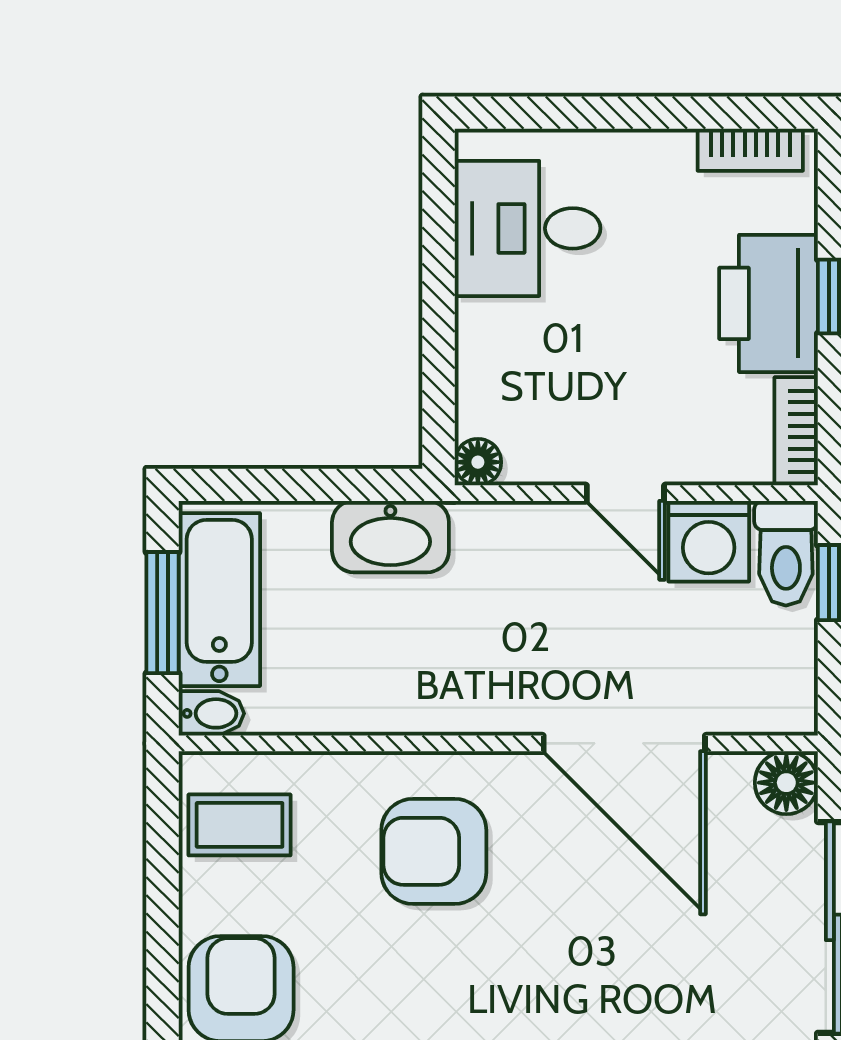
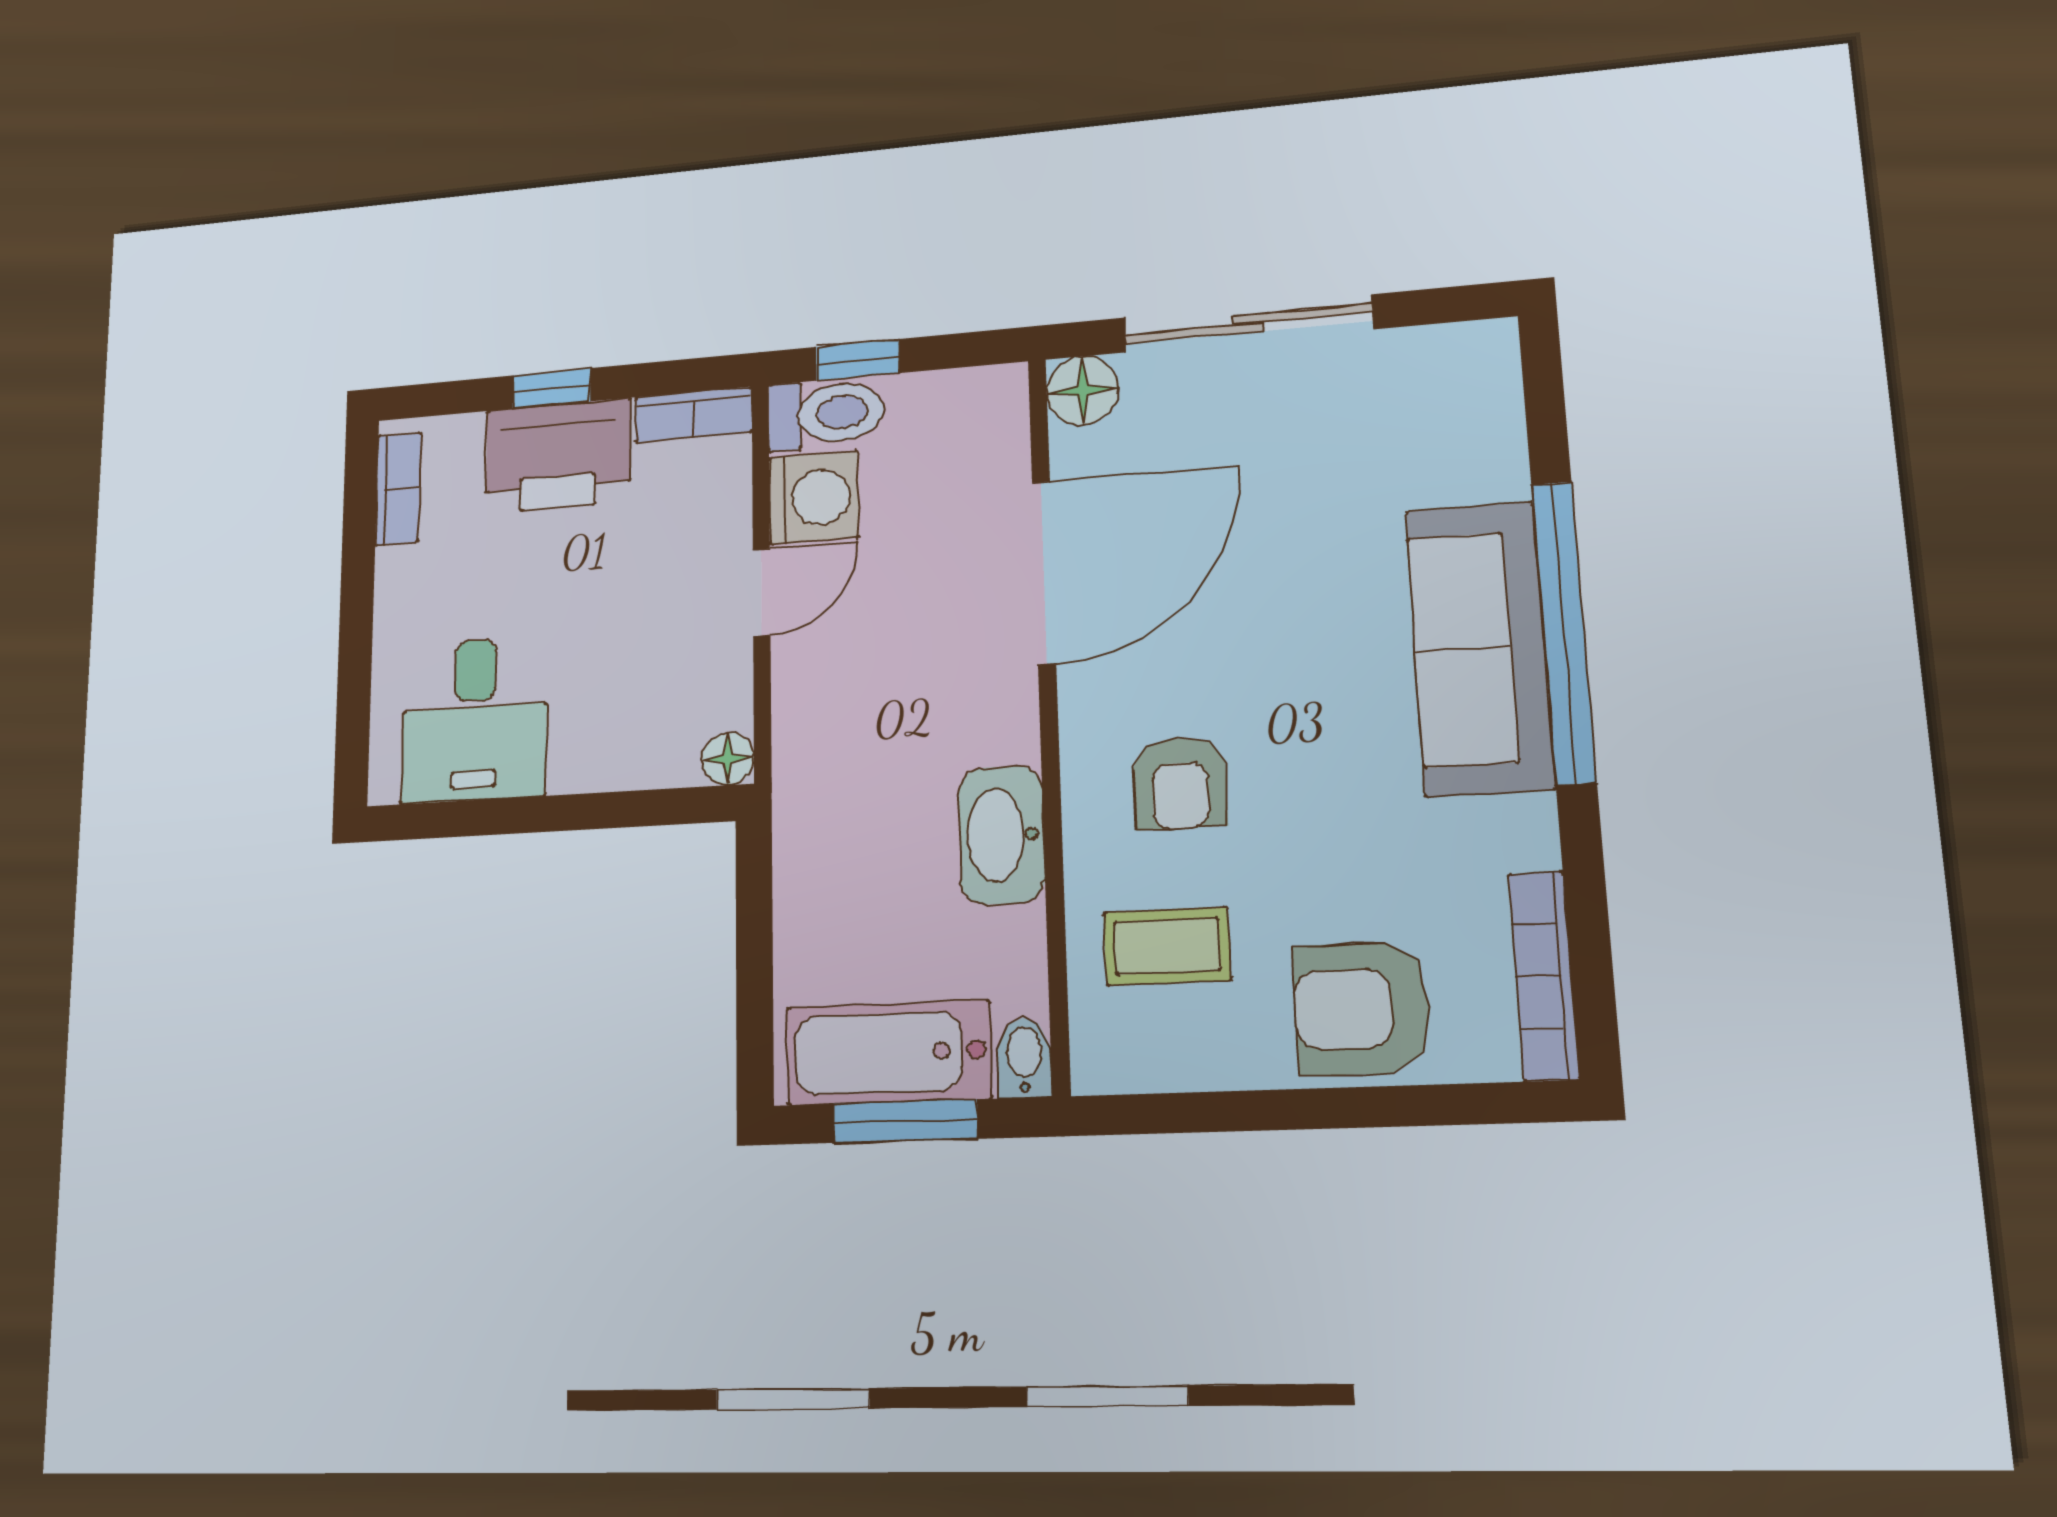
washbasin: (390, 537) -> (1002, 835), moved, turned 180
coffee table: (240, 825) -> (1167, 946), moved, turned 90
armchair: (434, 851) -> (1180, 783), width x0.72, depth x0.72

